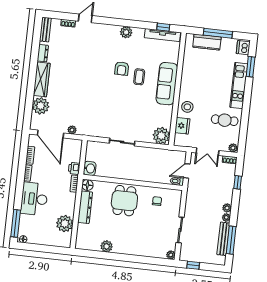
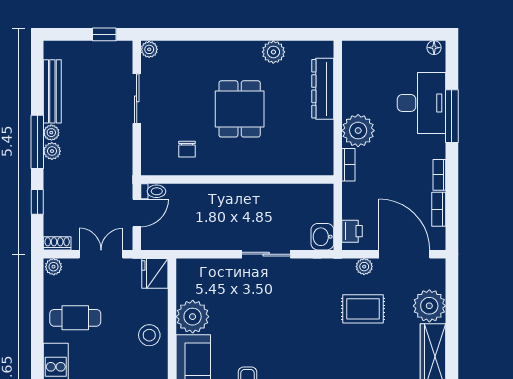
rug: (75, 108) -> (363, 309), added
fridge: (182, 126) -> (155, 273), moved
plant: (161, 136) -> (193, 317), moved
printer: (74, 168) -> (352, 231), moved
washbasin: (90, 168) -> (322, 237), moved
floor lamp: (87, 185) -> (323, 165), removed
desk: (34, 199) -> (421, 103), moved
dining table: (124, 201) -> (240, 109), moved
dresser: (85, 207) -> (323, 89), moved
window: (16, 223) -> (452, 116), moved
plant: (65, 224) -> (358, 131), moved
window: (231, 240) -> (37, 142), moved

